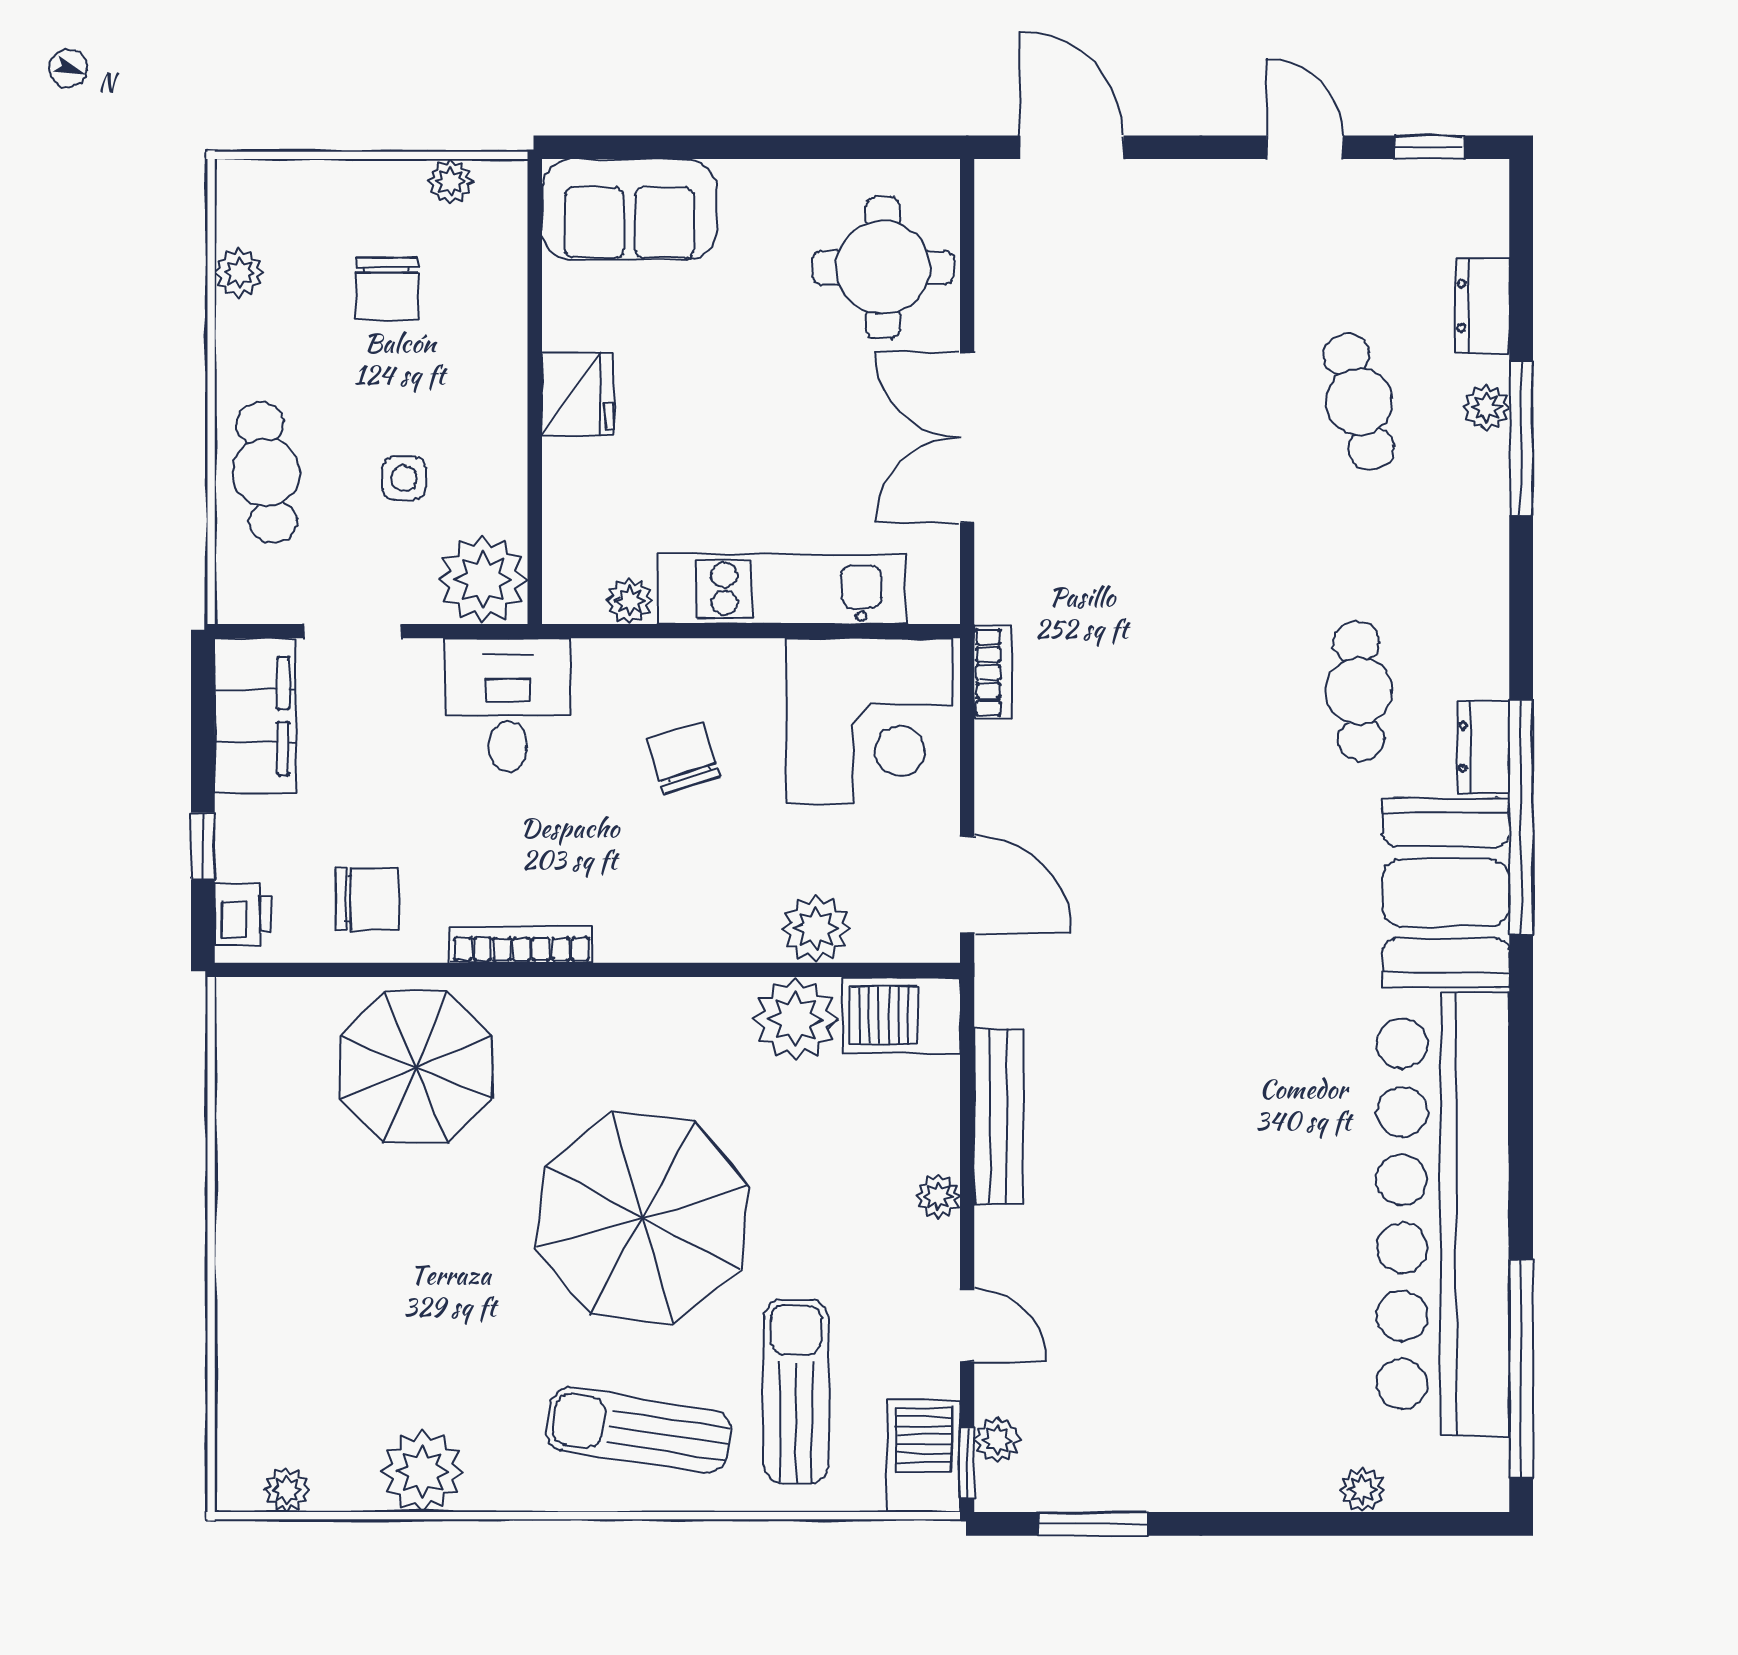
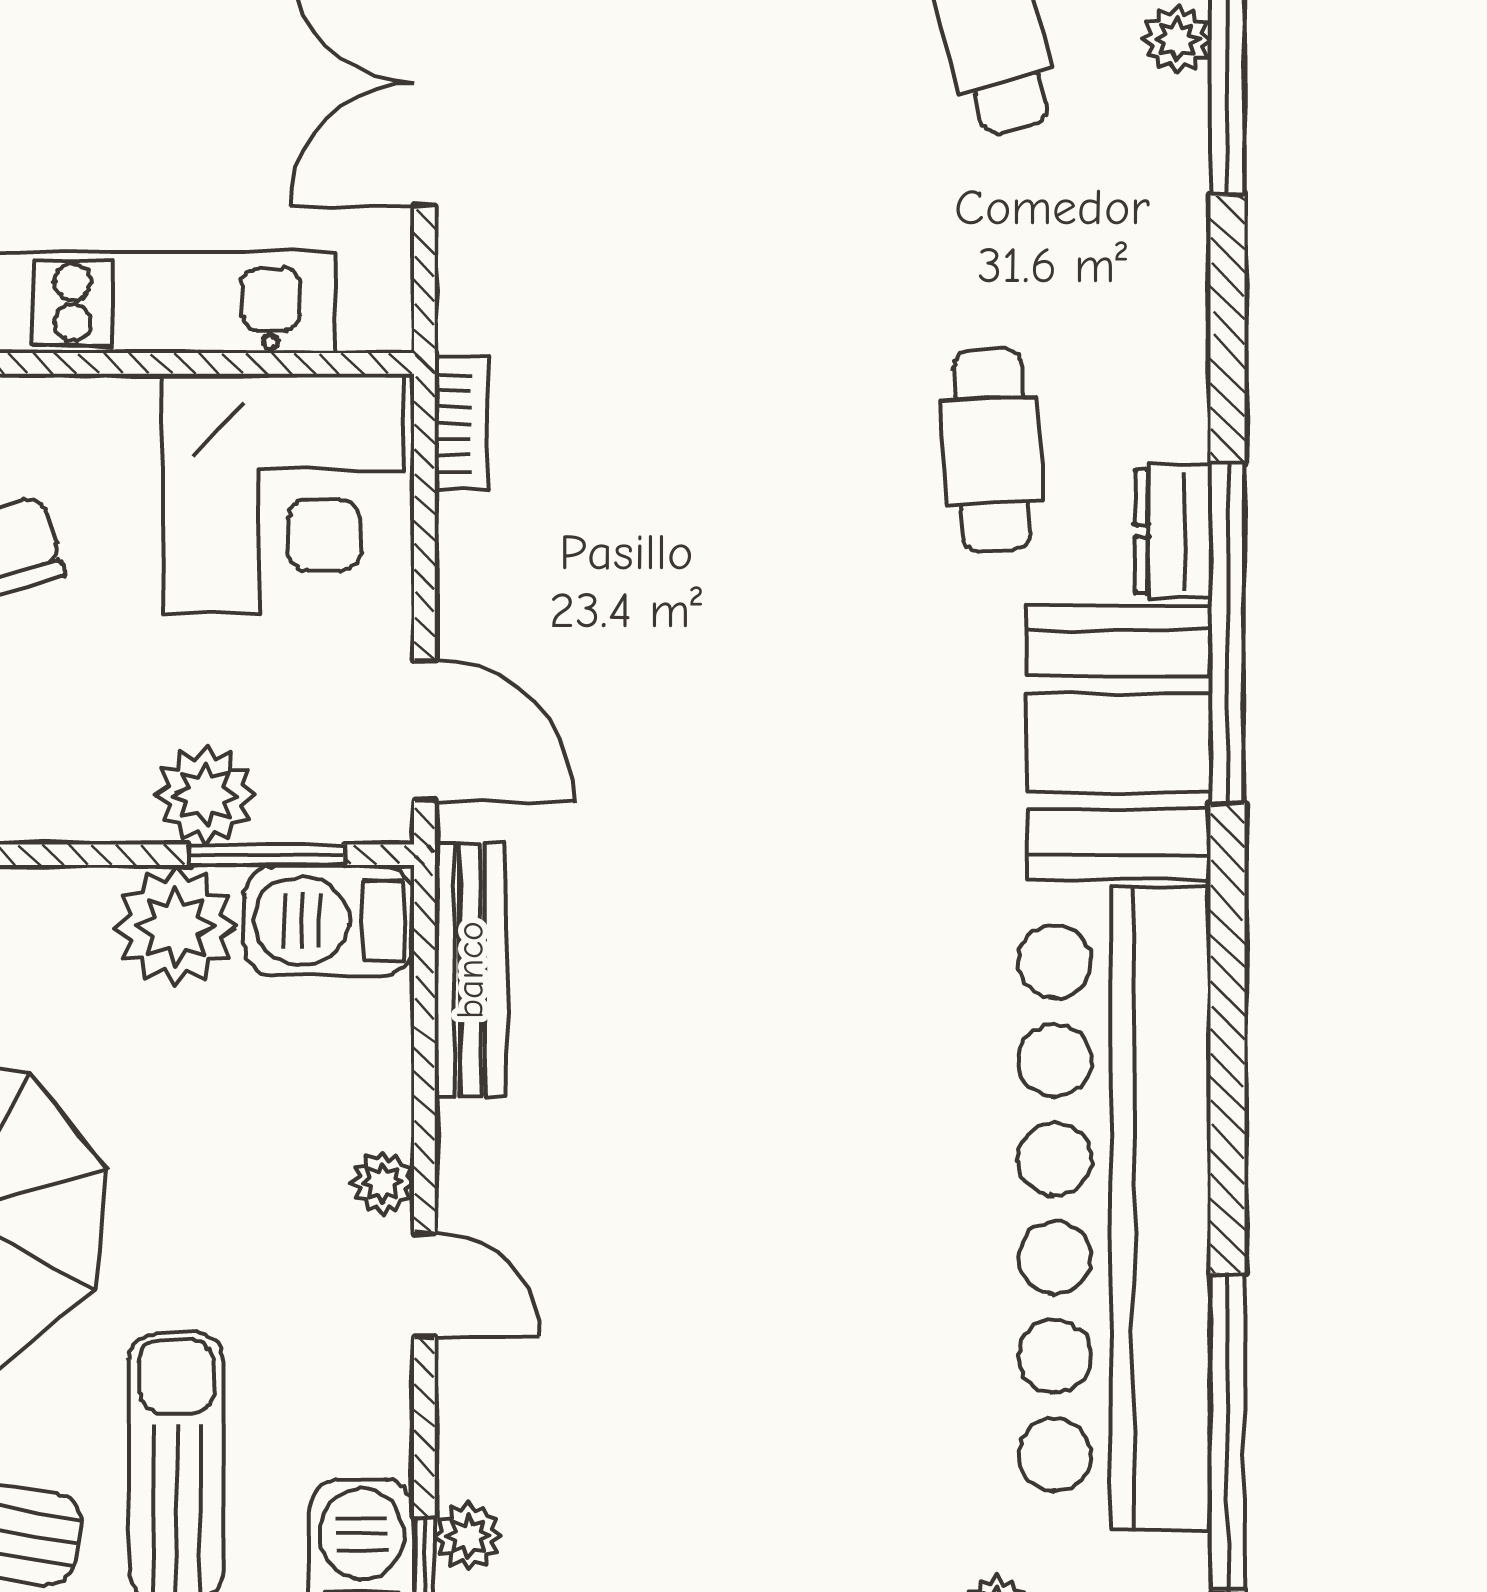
window: (859, 970) -> (267, 855), added
bench: (999, 1116) -> (470, 970), moved
door: (967, 1325) -> (424, 1284), moved

